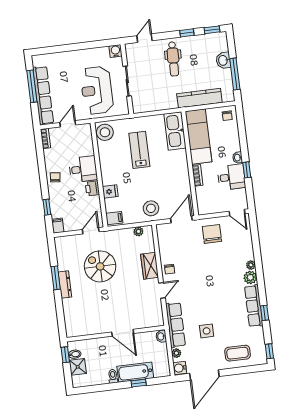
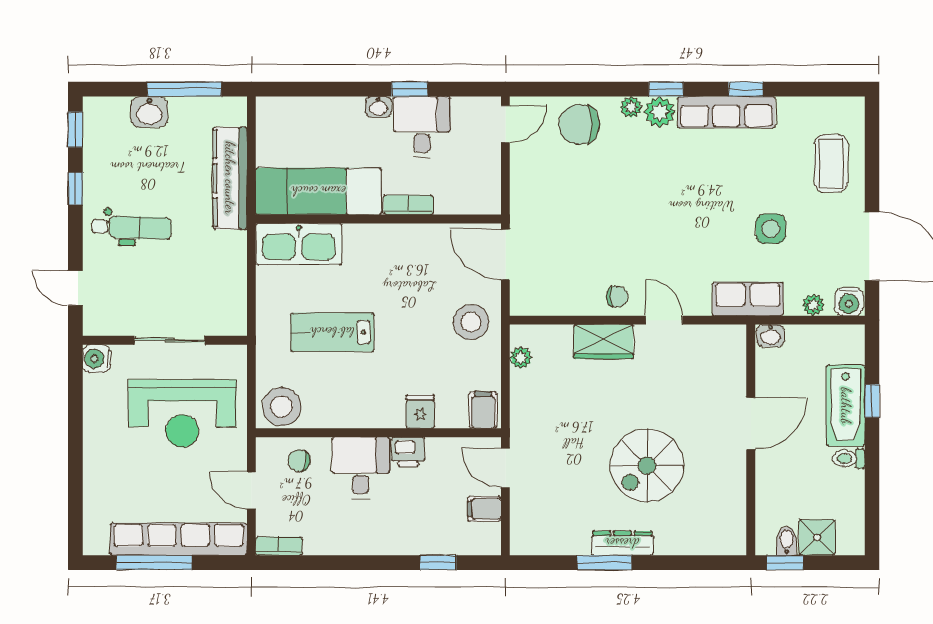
chair: (227, 116) -> (279, 119), removed
chair: (55, 177) -> (299, 461), moved
filing cabinet: (58, 226) -> (484, 509), moved
chair: (212, 234) -> (579, 124), moved
spiral stairs: (100, 266) -> (647, 466), moved
row of seats: (175, 325) -> (748, 299), width x0.68
window: (269, 351) -> (666, 89), moved

